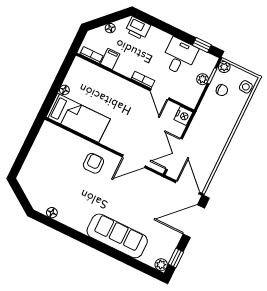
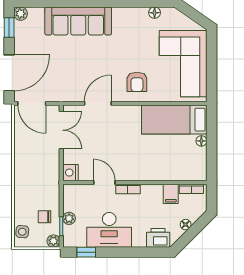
desk: (179, 56) -> (109, 230), width x1.37
corner sofa: (49, 160) -> (183, 64), added

